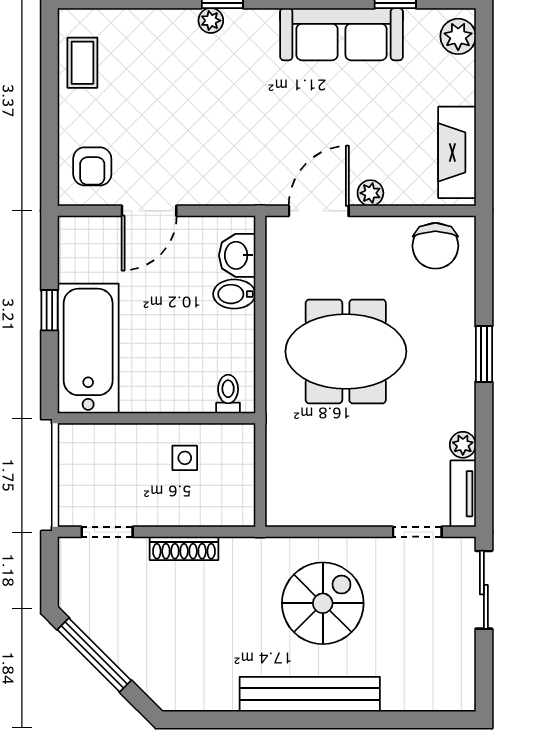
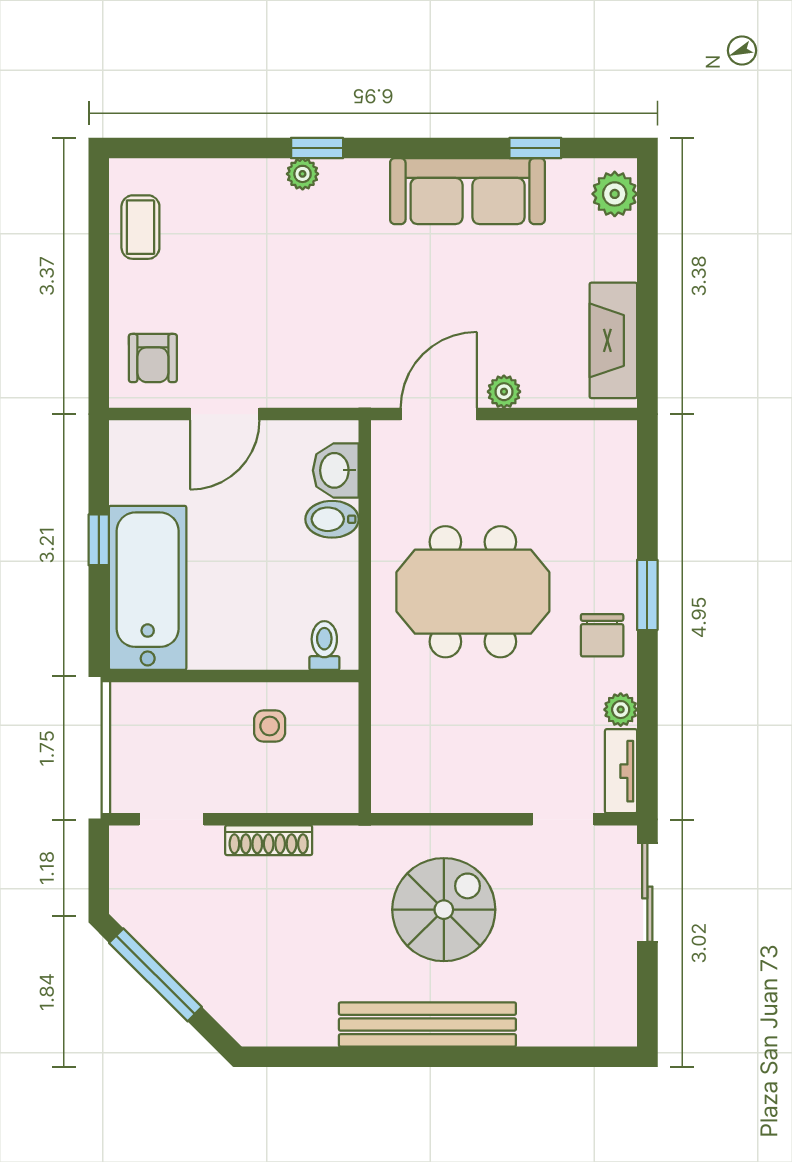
chair: (435, 246) -> (602, 635), moved, width x0.73, depth x0.73

